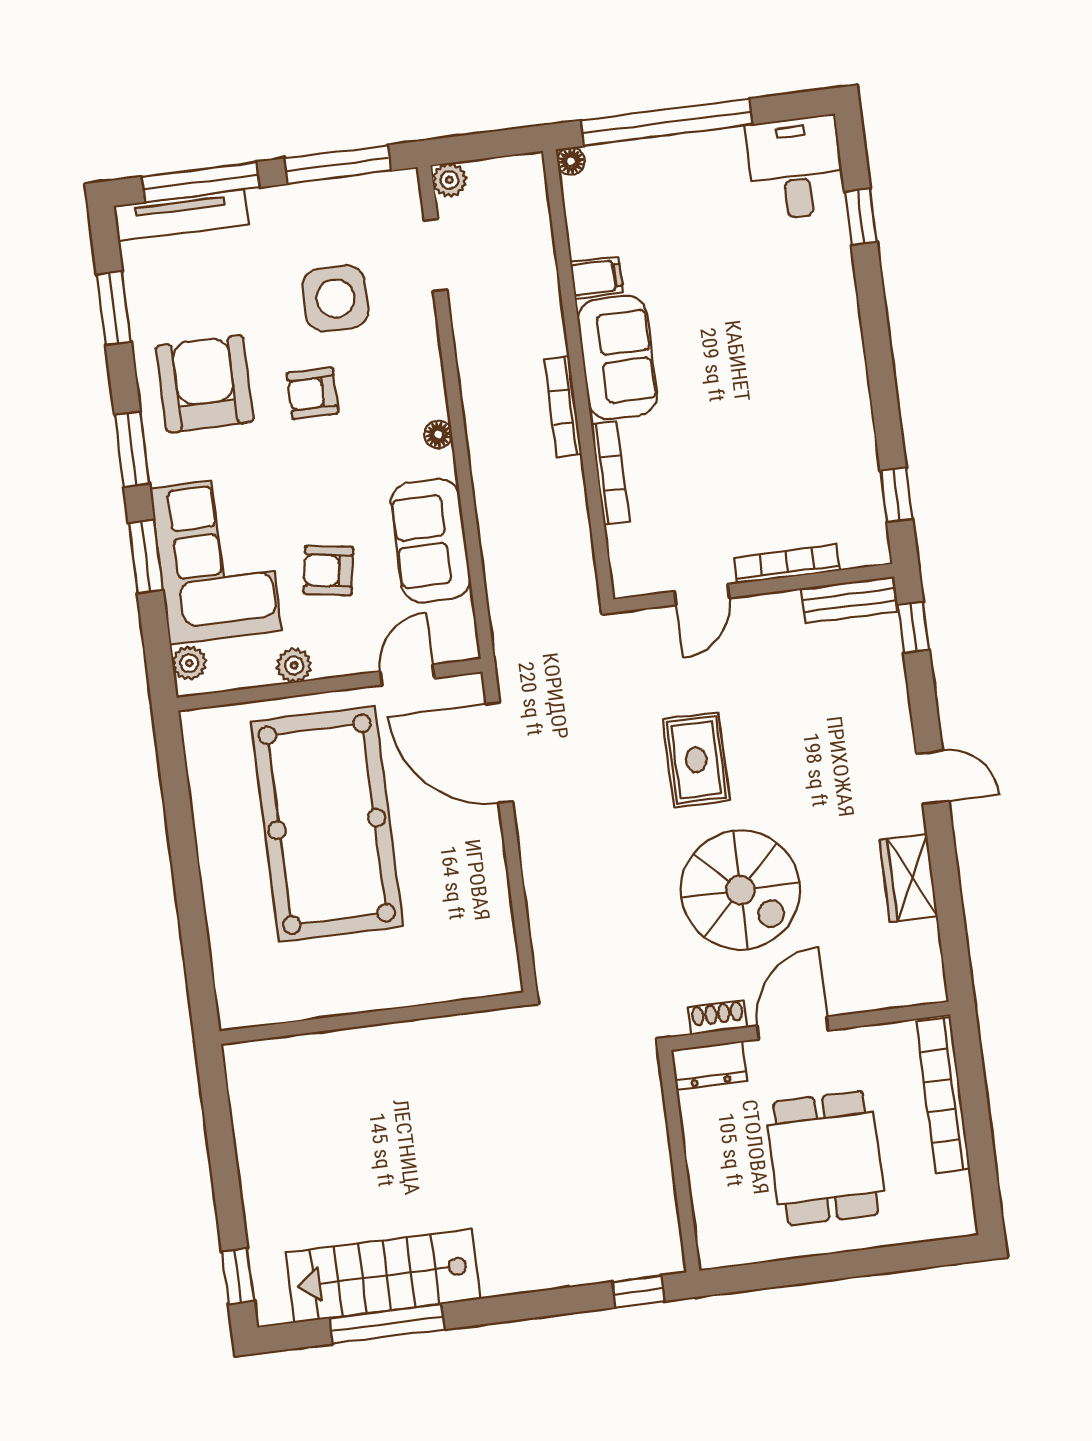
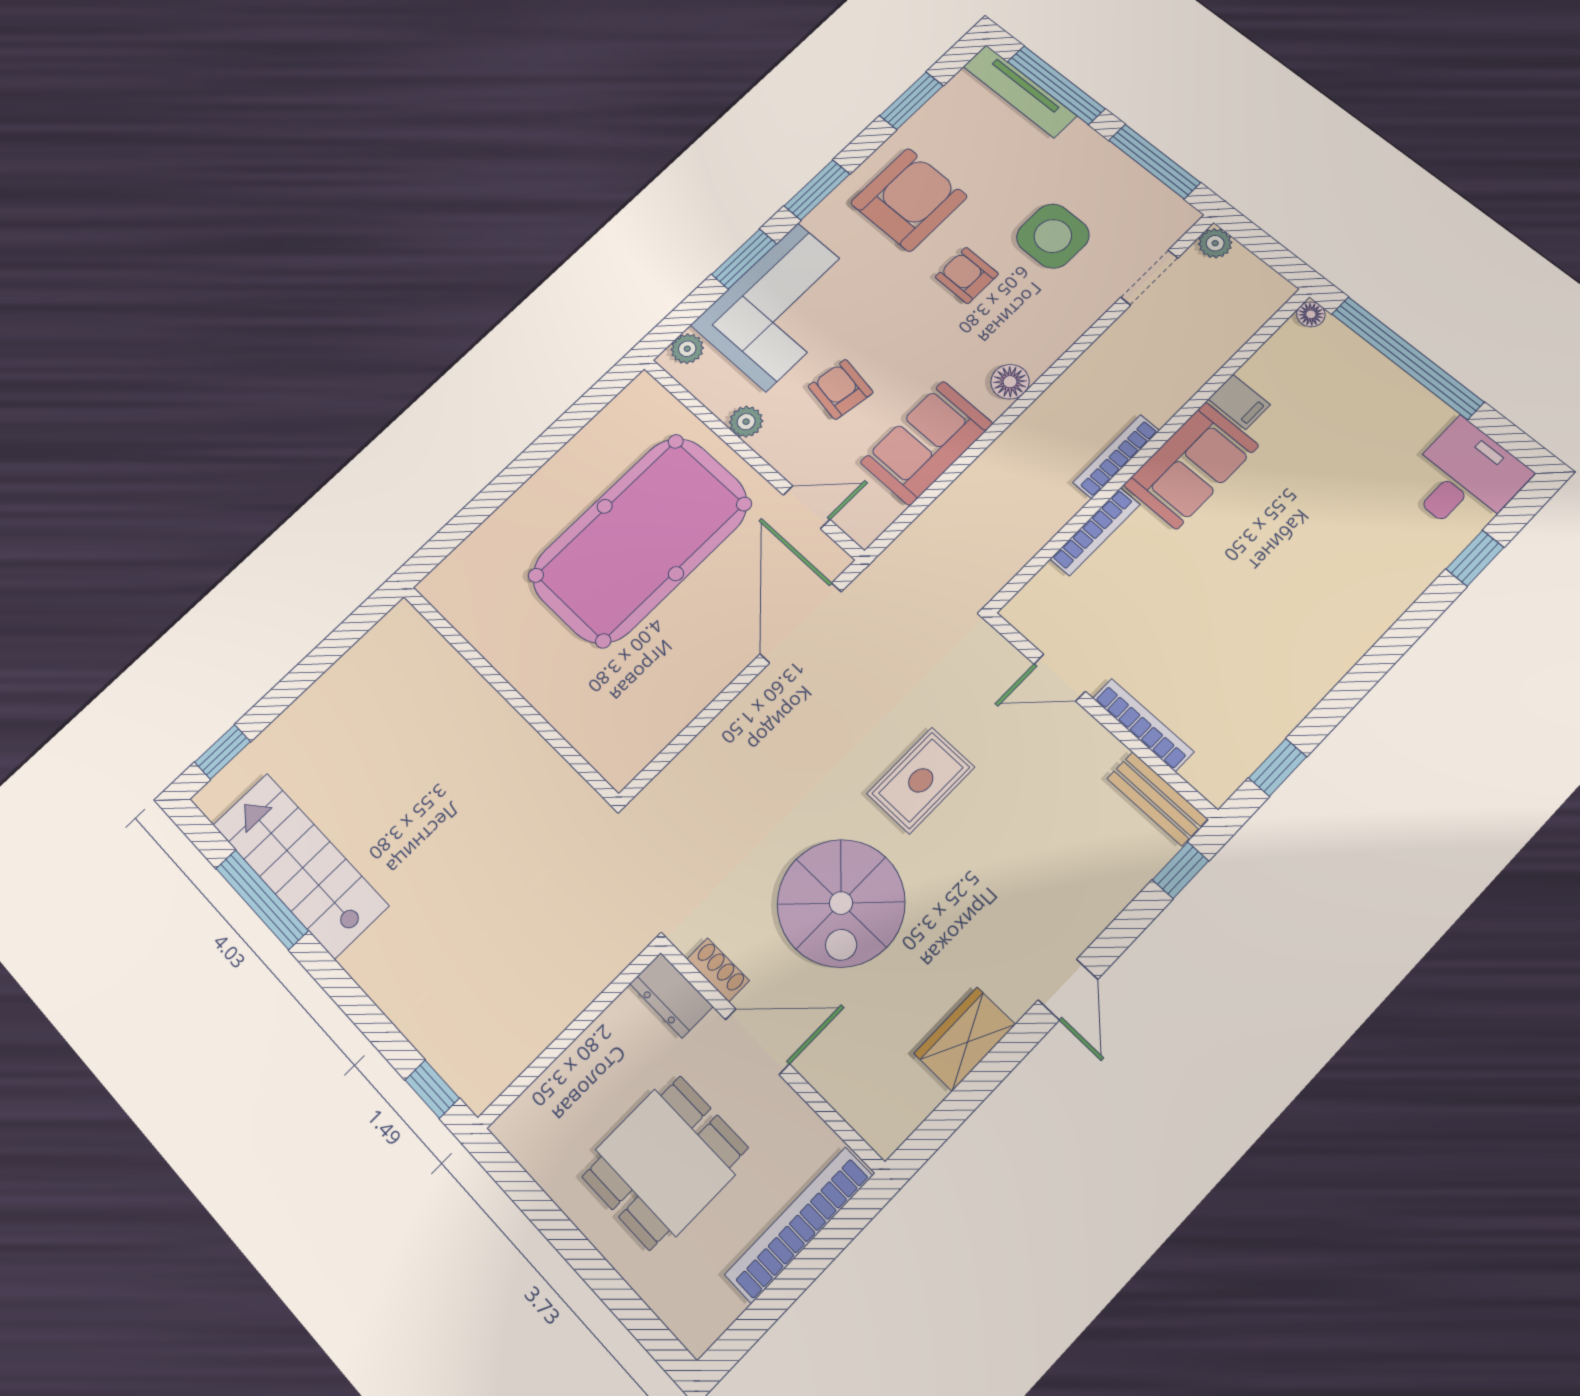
floor lamp: (438, 435) -> (1010, 382), width x1.37, depth x1.37

